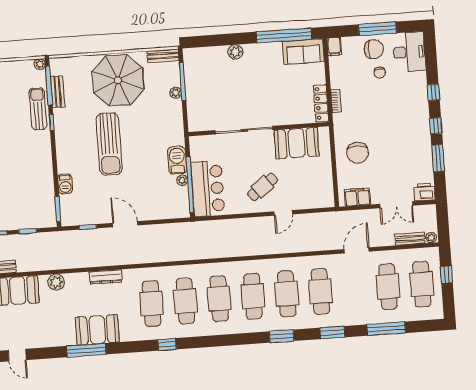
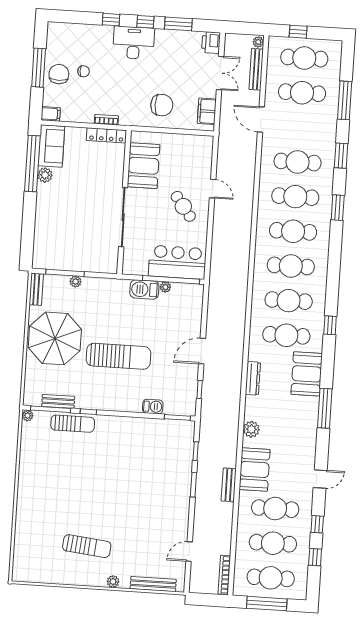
plant: (235, 52) -> (45, 175), moved
desk: (409, 52) -> (134, 43), moved
sun lounger: (38, 109) -> (73, 424), turned 180
bench: (410, 239) -> (256, 69), width x1.36
booth: (97, 330) -> (307, 374), moved

